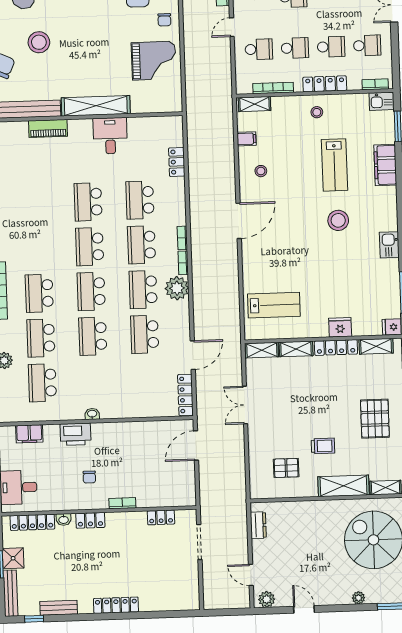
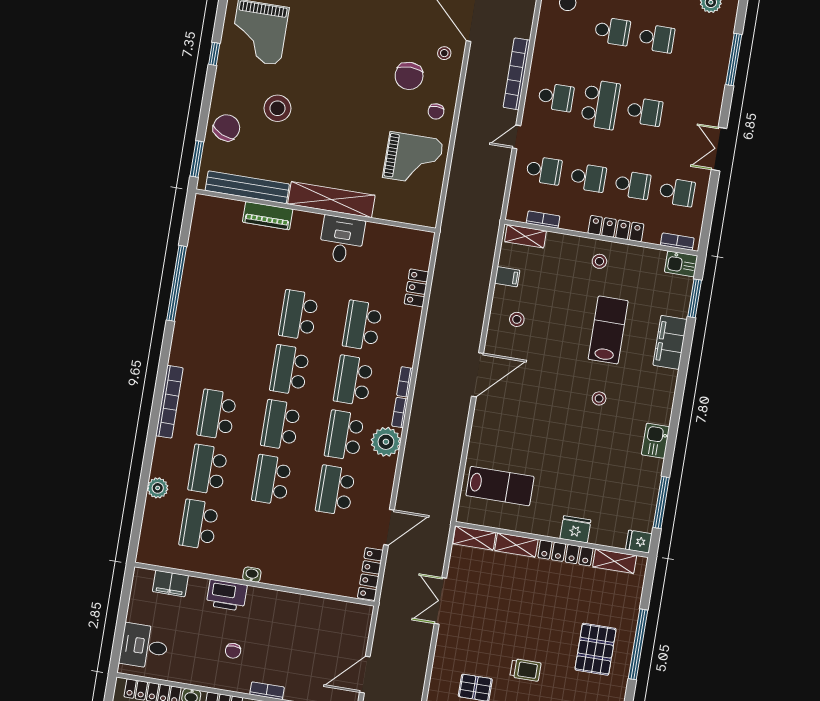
bookcase: (273, 88) -> (543, 220), width x0.64
lab bench: (335, 165) -> (608, 330), turned 180
stool: (338, 220) -> (599, 398), width x0.53, depth x0.53
door: (196, 446) -> (365, 675), moved

